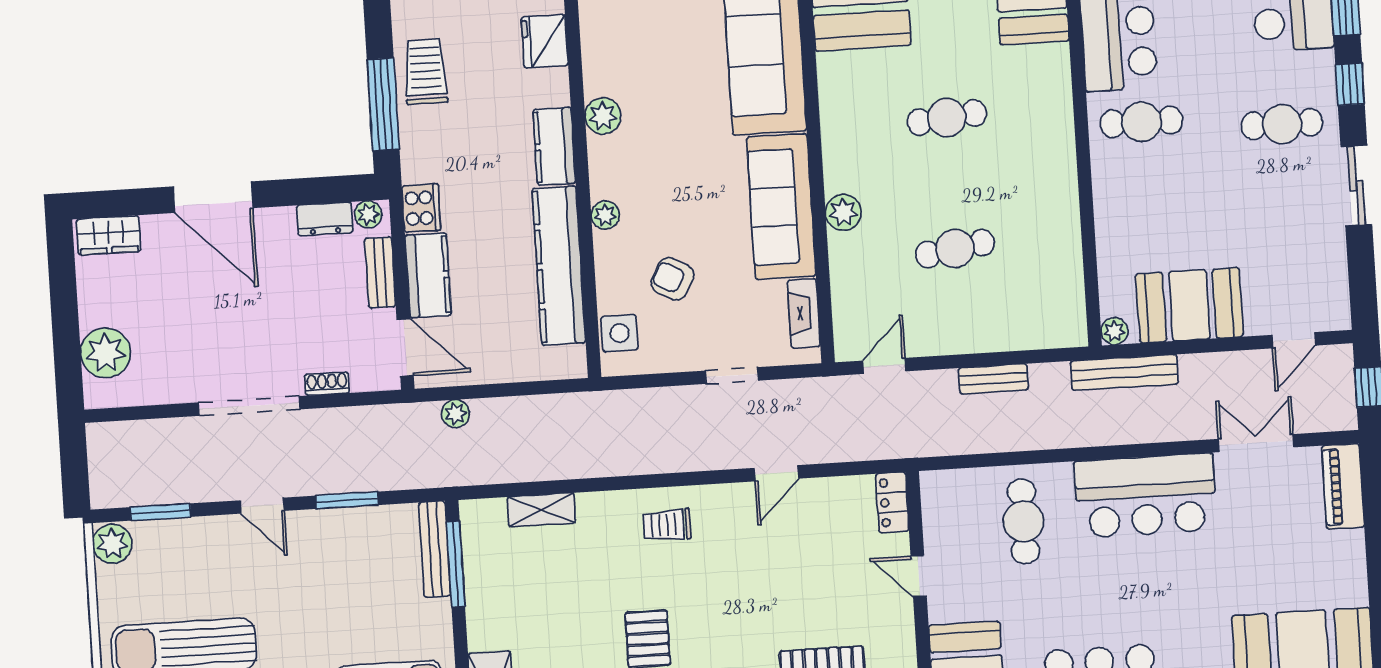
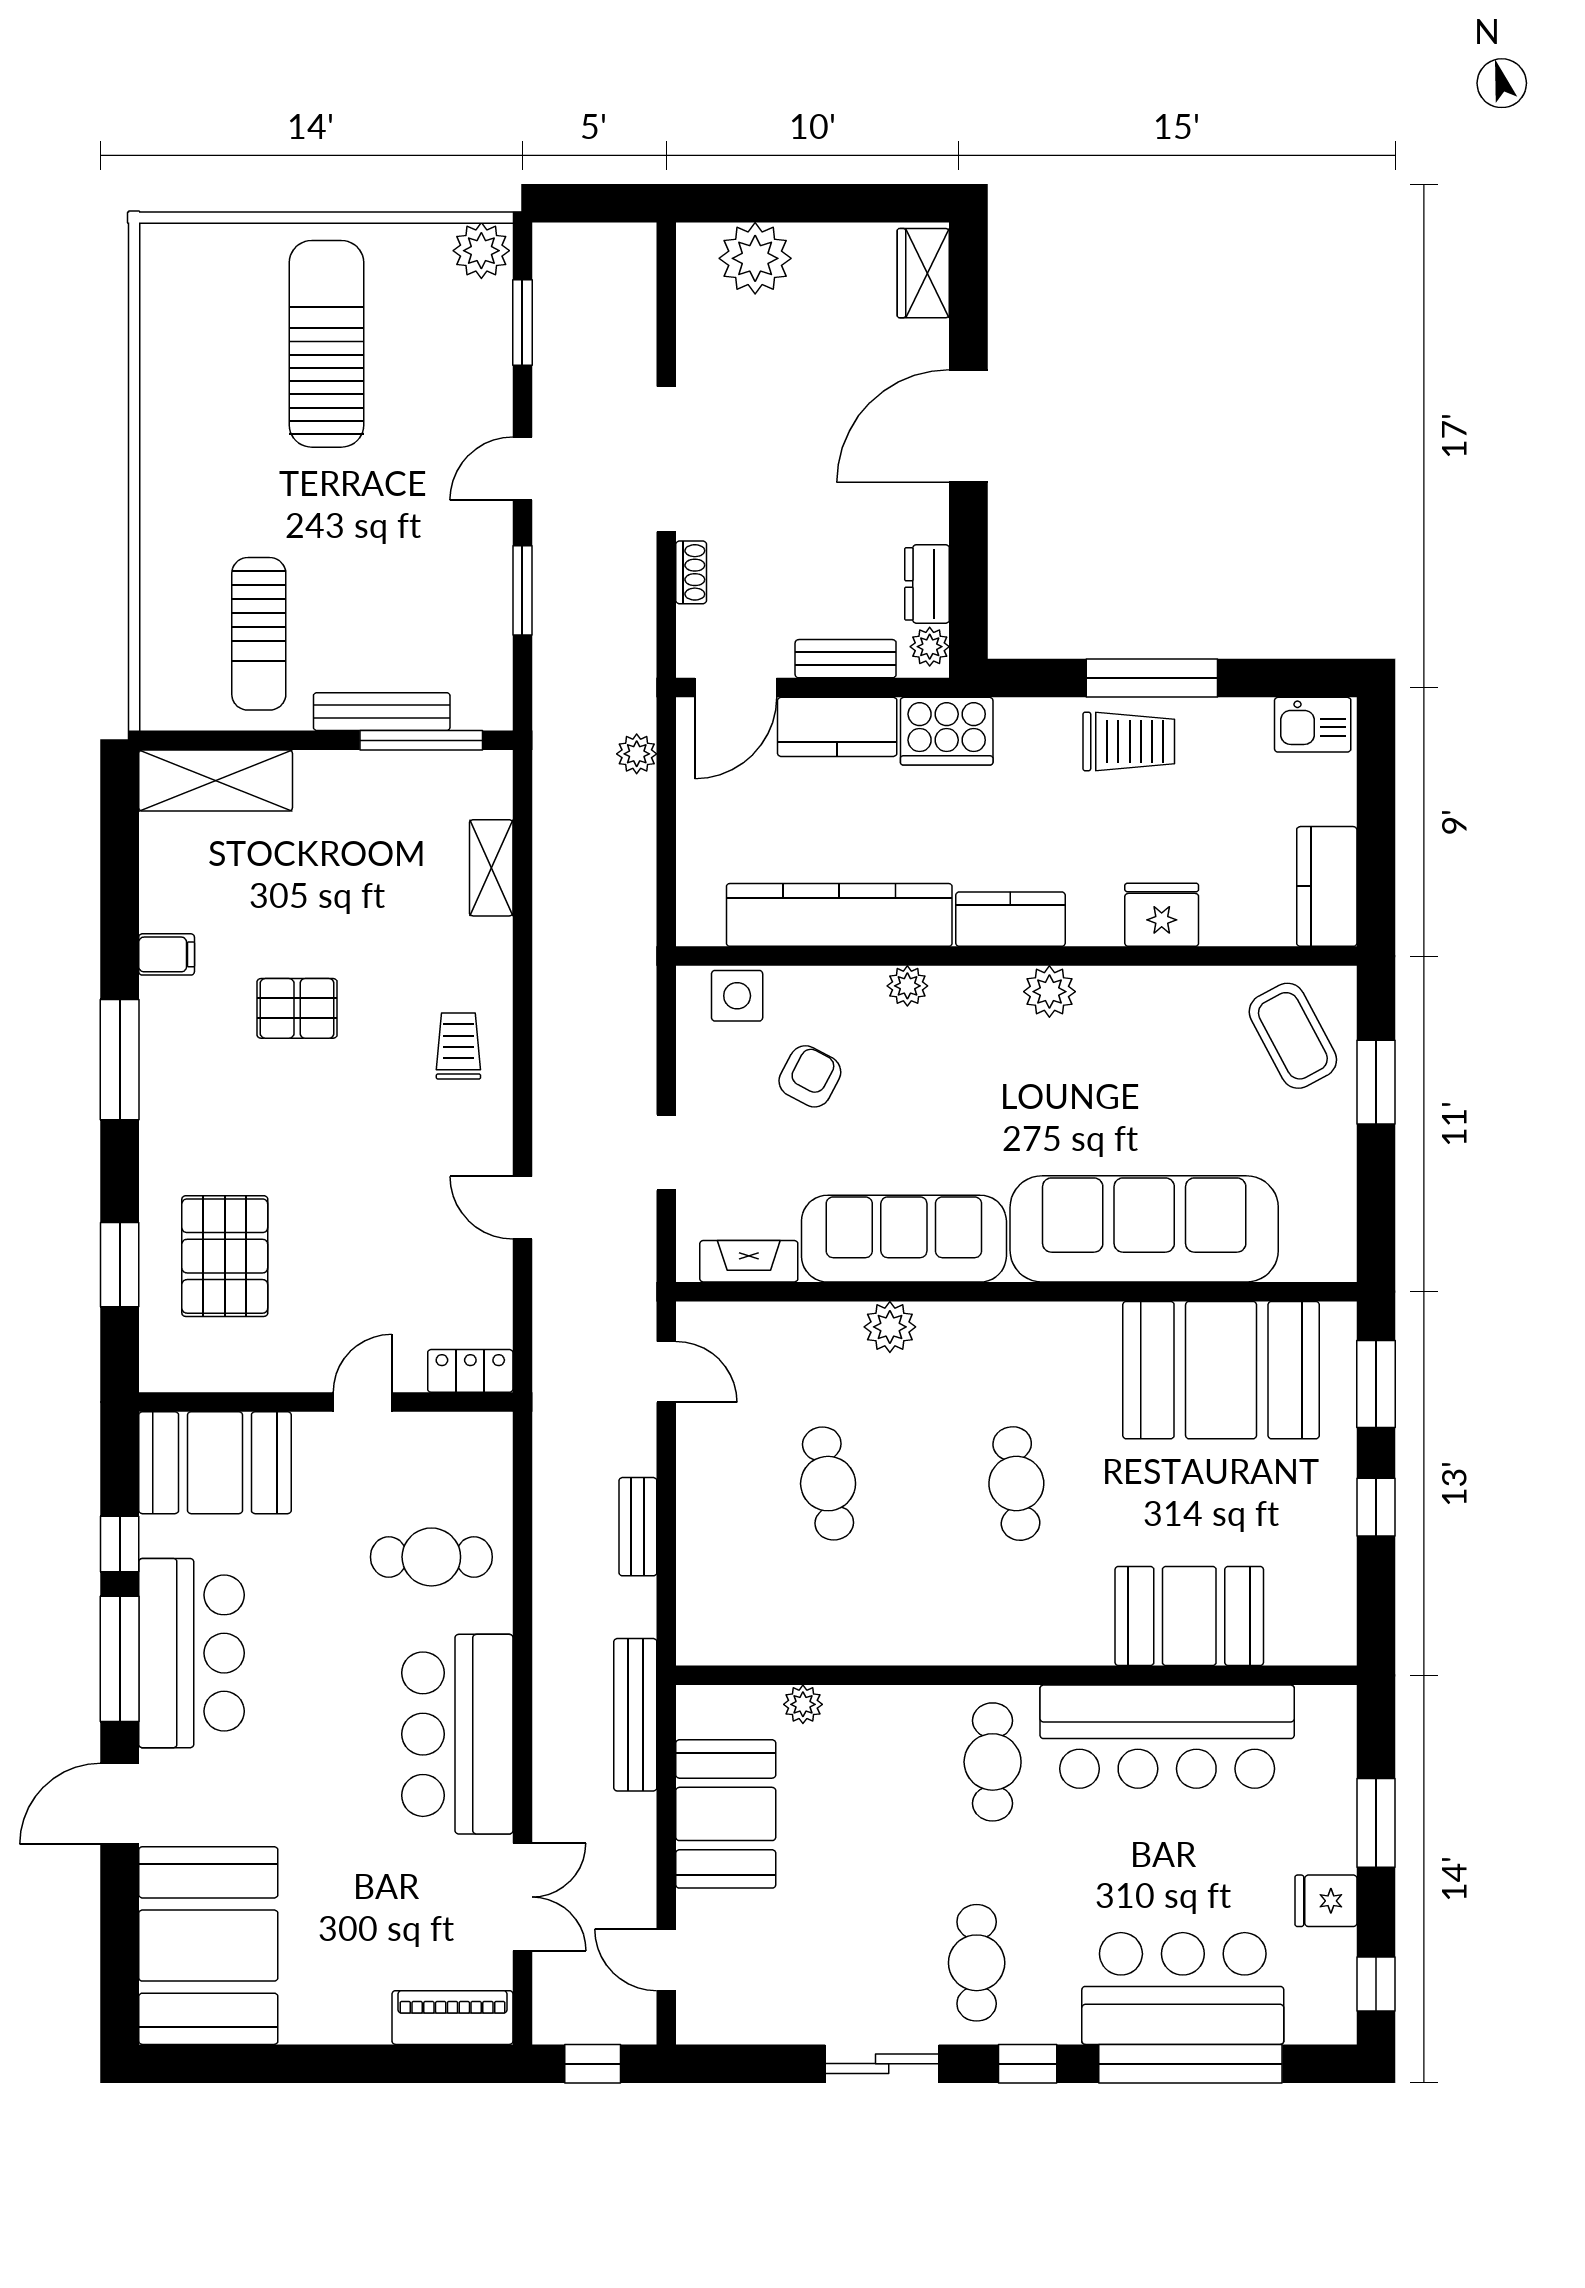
window: (383, 104) -> (1152, 678), moved
cooker: (421, 208) -> (947, 731), width x1.37, depth x1.31
plant: (1114, 331) -> (803, 1704), moved
bench: (435, 549) -> (382, 712), moved

